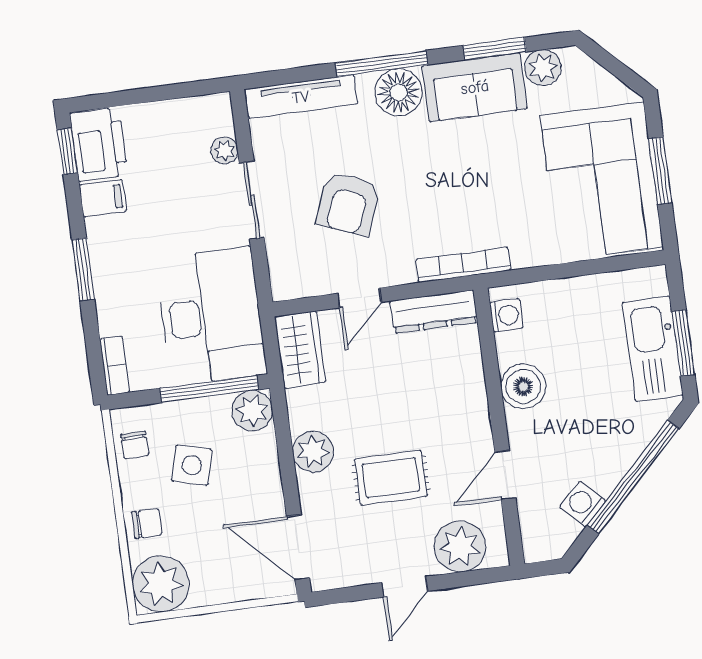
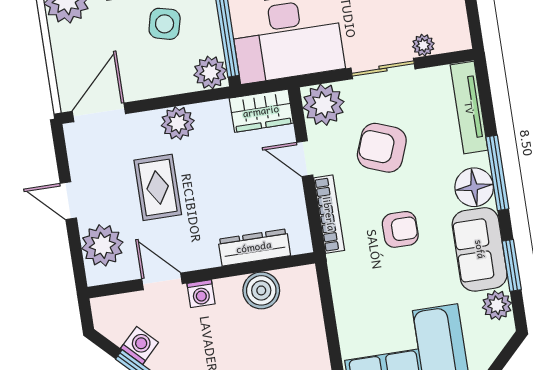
armchair: (448, 183) -> (400, 229), added
bookcase: (463, 265) -> (329, 214), moved
plant: (294, 274) -> (324, 105), added
dresser: (434, 312) -> (254, 247), moved, turned 90
washing machine: (506, 315) -> (201, 294), moved
boiler: (523, 386) -> (261, 290), moved

